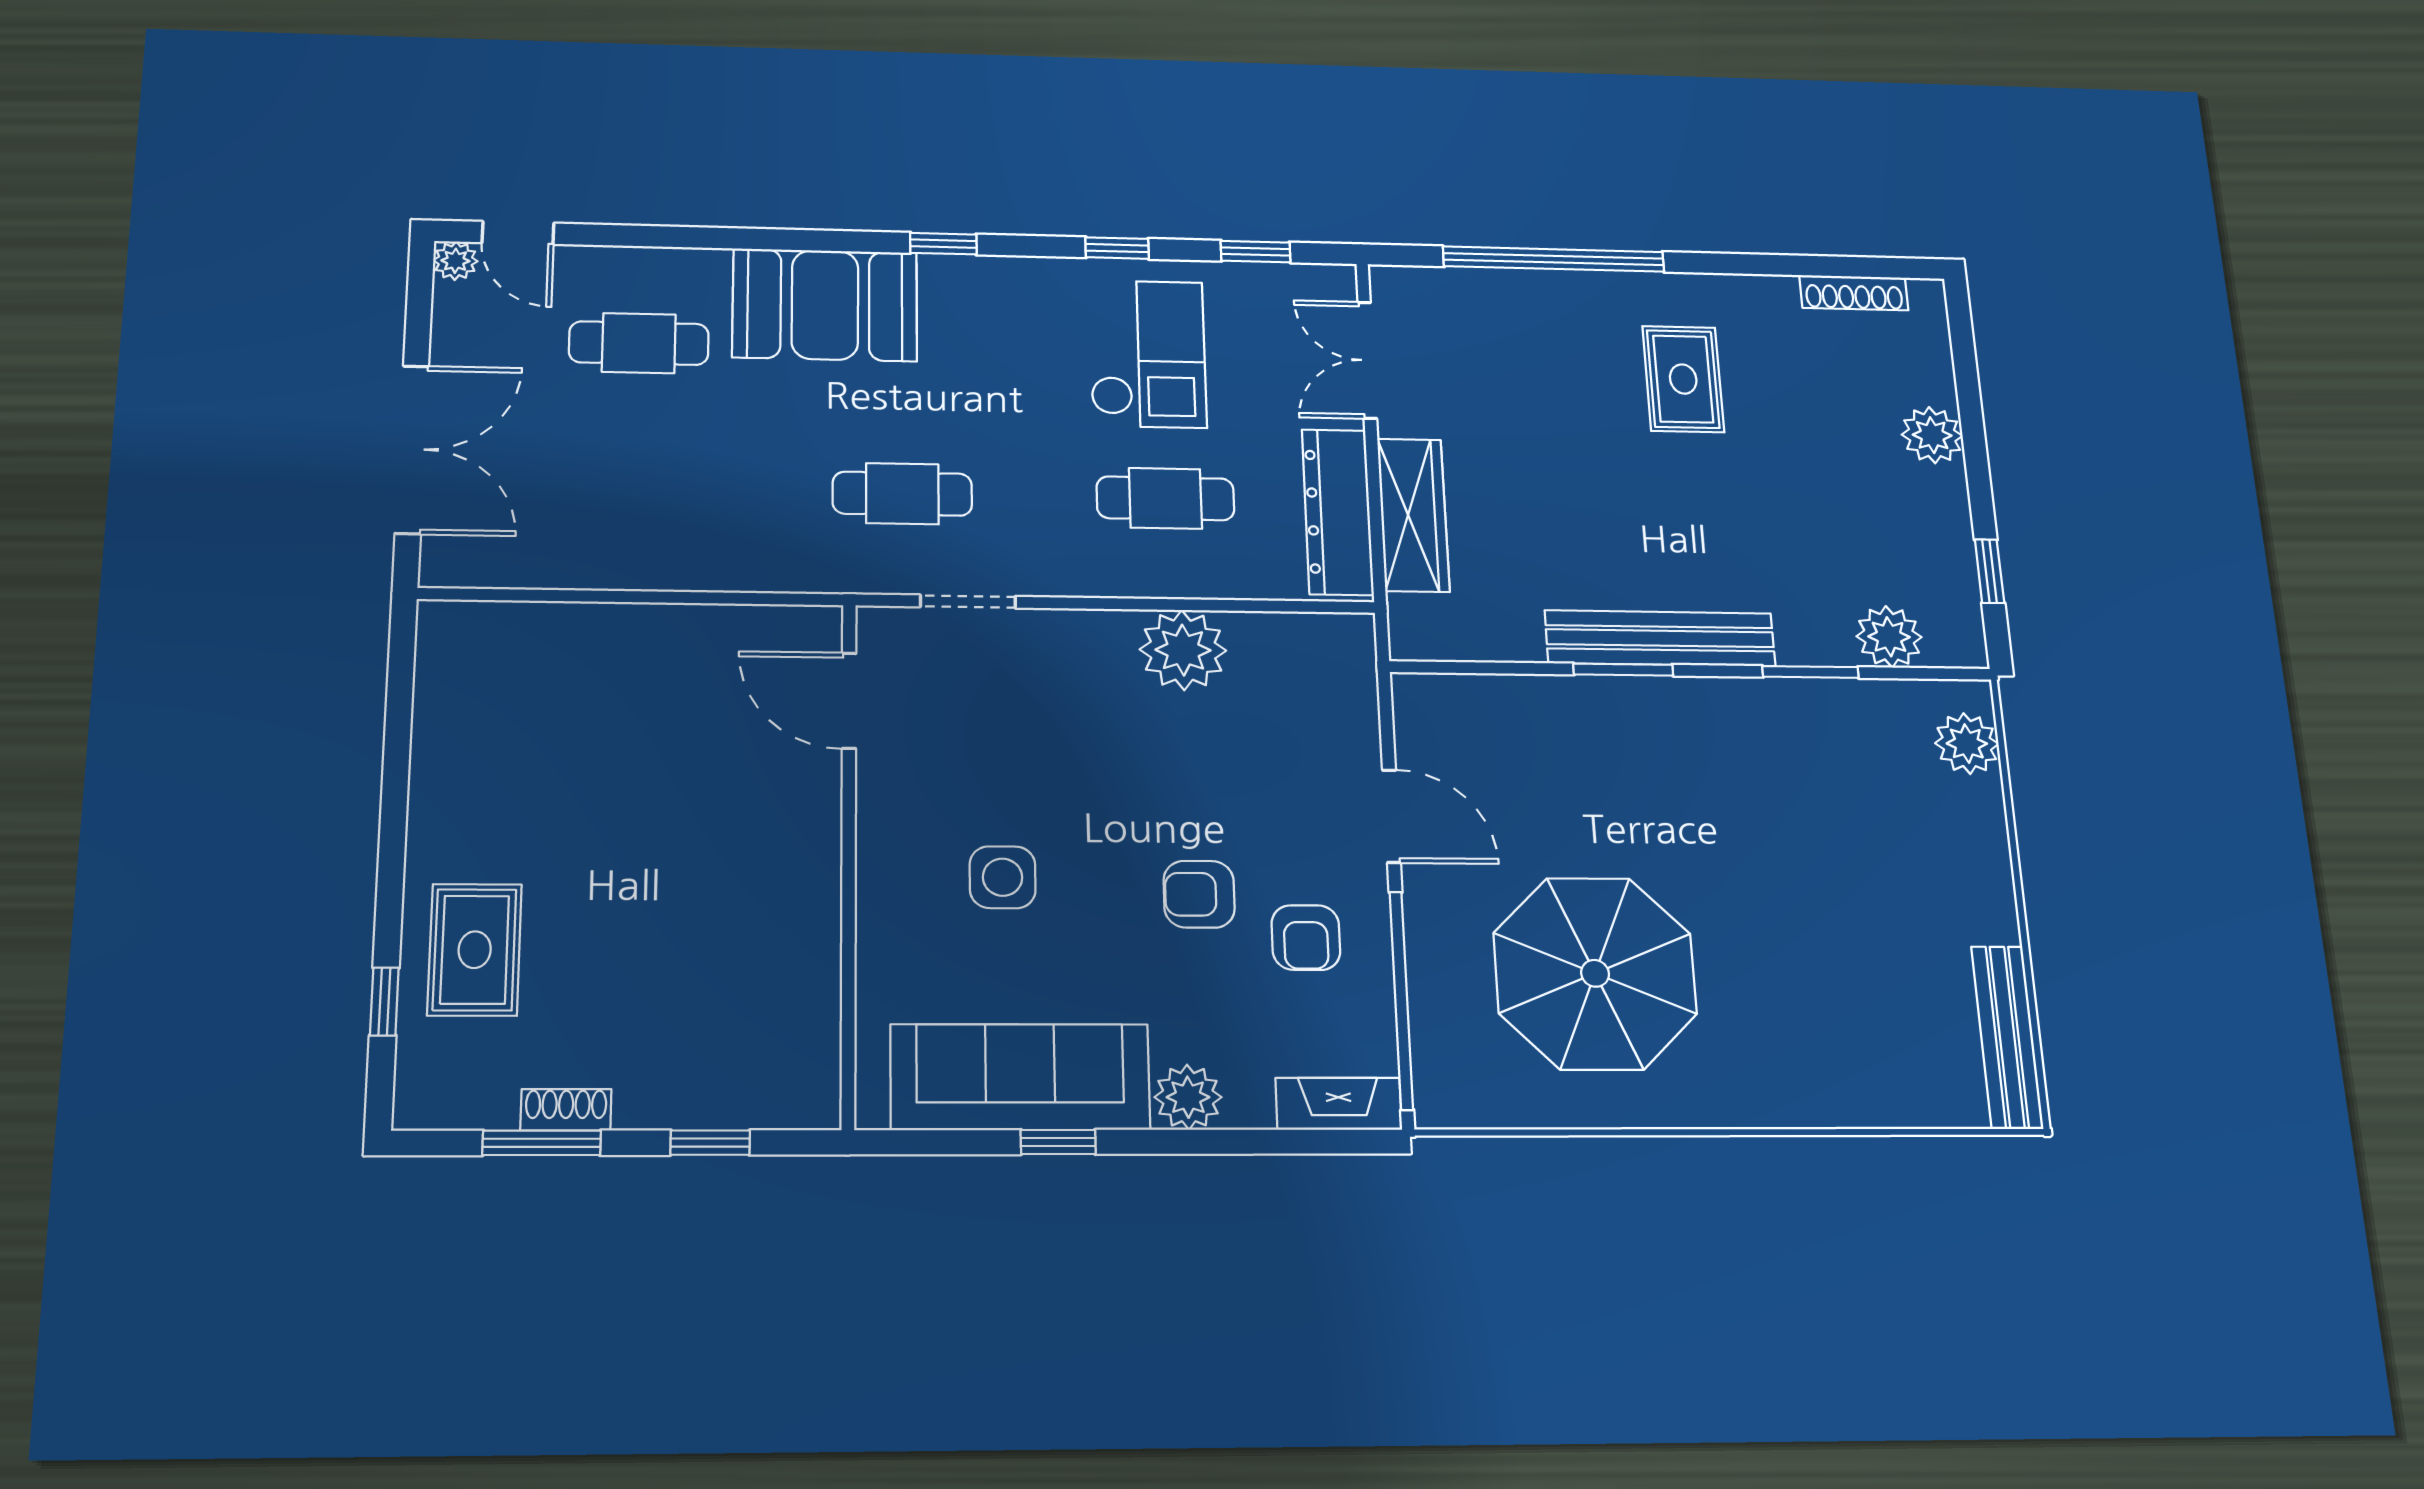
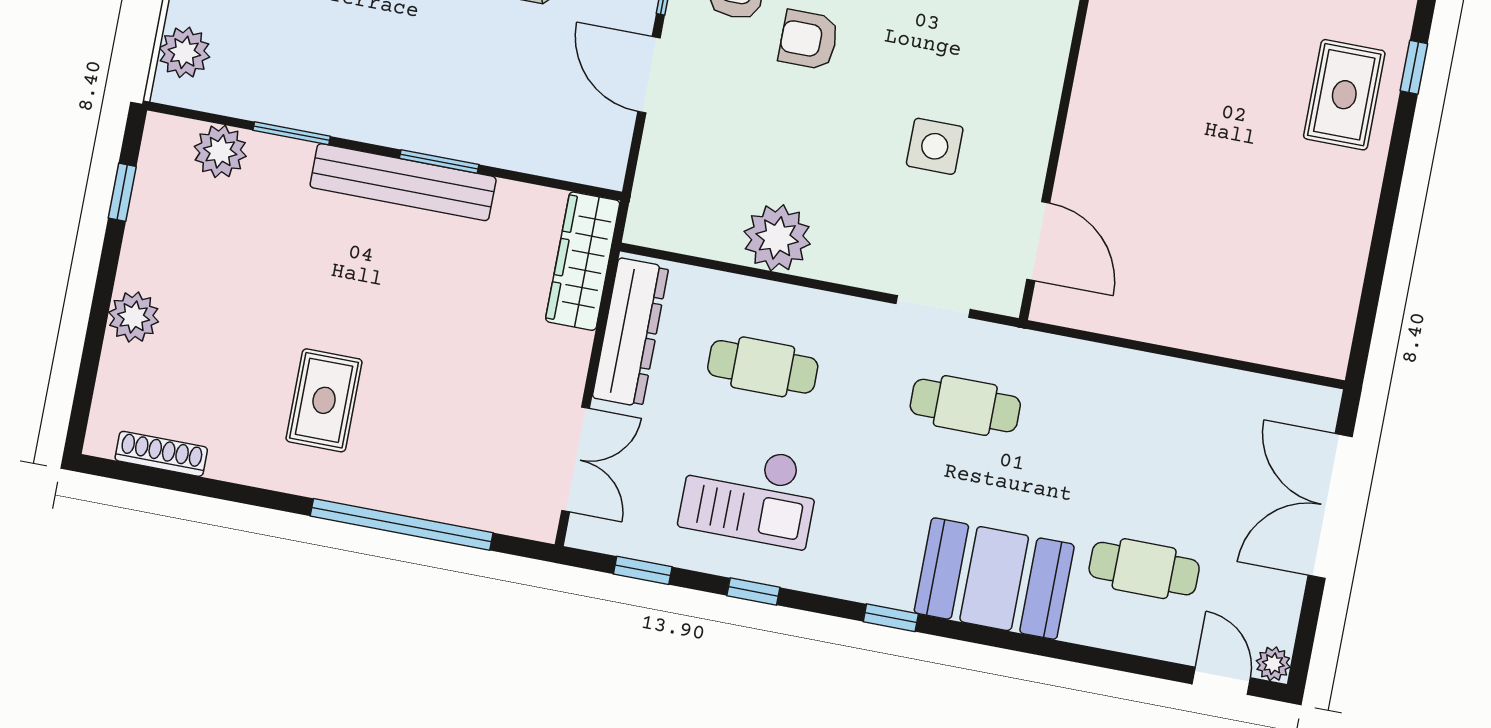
checkout: (1148, 354) -> (749, 494), turned -90
wardrobe: (1413, 515) -> (583, 261), moved
side table: (1003, 877) -> (935, 146), moved
armchair: (1199, 894) -> (809, 40), turned 180

